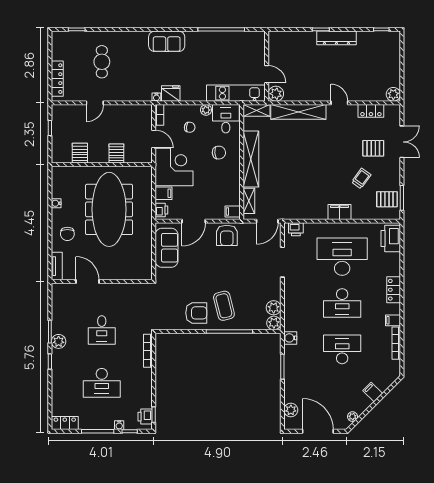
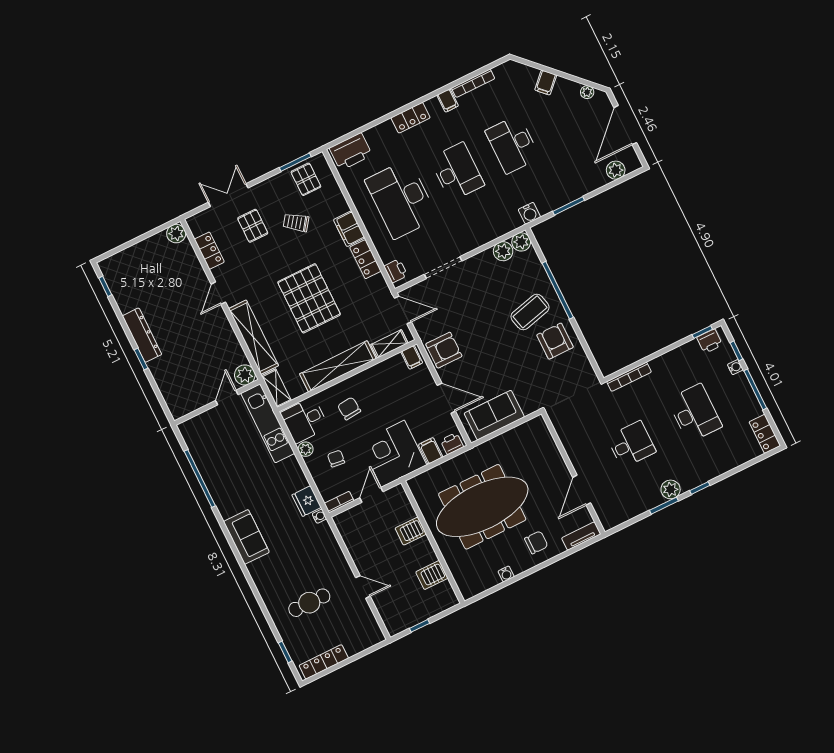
locker: (57, 79) -> (324, 662), moved
pallet: (306, 162) -> (309, 298), added
locker: (314, 213) -> (365, 259), added

